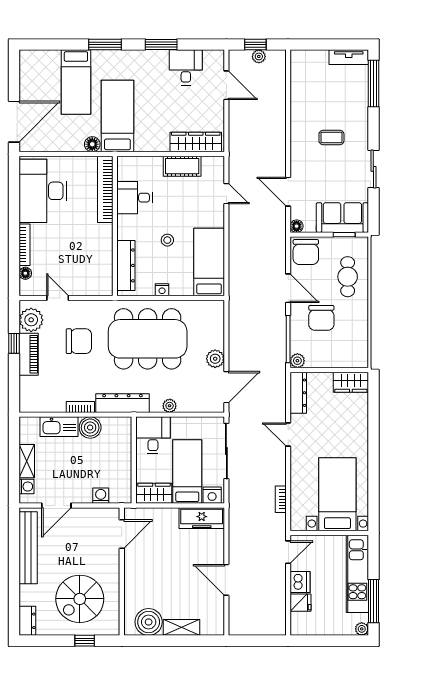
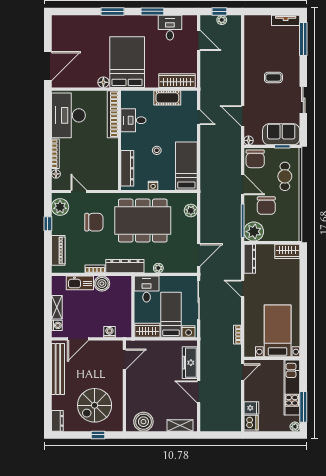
bed: (76, 82) -> (92, 38), removed
bed: (117, 116) -> (127, 62), width x1.50
piano: (29, 354) -> (58, 250), moved
plant: (215, 359) -> (191, 210), moved
plant: (297, 361) -> (254, 232), width x1.88, depth x1.88
freezer: (202, 518) -> (190, 363), moved, turned 90
dishwasher: (300, 582) -> (251, 423), moved
shelving: (182, 627) -> (180, 426), moved

